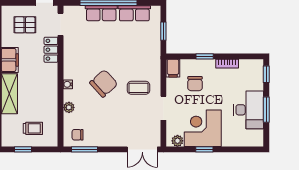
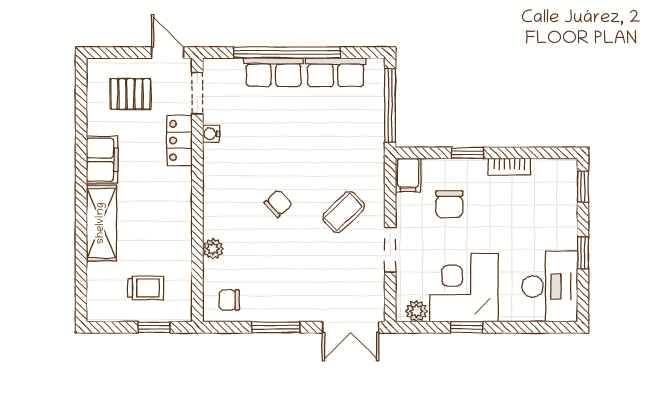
window: (163, 31) -> (390, 106), width x2.17
chair: (104, 83) -> (278, 204), width x0.54, depth x0.54
water cooler: (68, 84) -> (211, 134), moved
coffee table: (139, 88) -> (343, 212), turned -44
desk: (249, 110) -> (550, 286), moved
window: (266, 110) -> (583, 253), width x0.67
window: (23, 149) -> (154, 327), moved
window: (84, 149) -> (276, 327), moved

